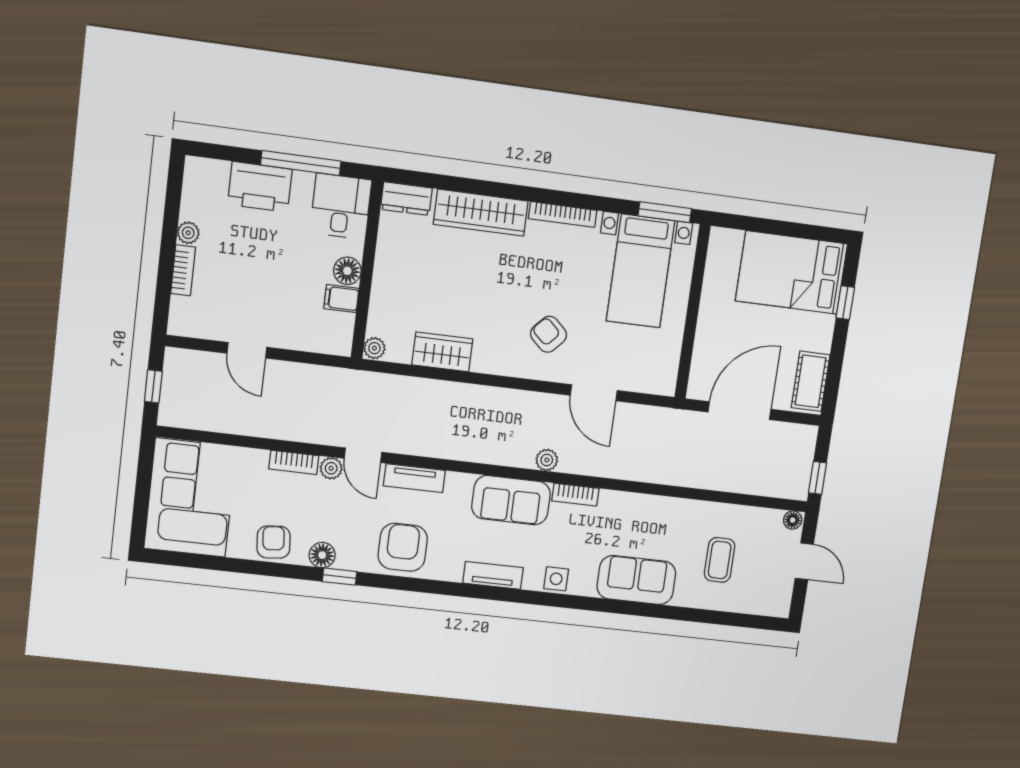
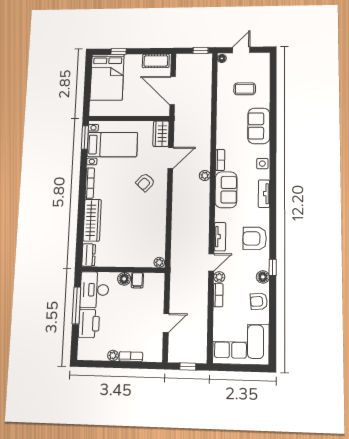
desk: (341, 206) -> (94, 290), width x1.37
wardrobe: (442, 352) -> (161, 134), moved

